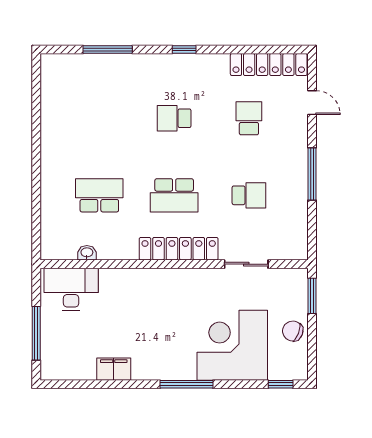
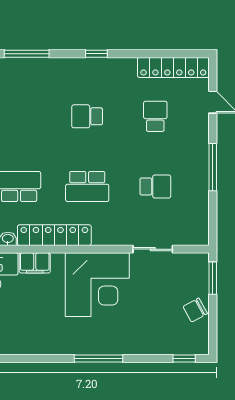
locker: (179, 249) -> (54, 235), moved
chair: (293, 331) -> (195, 310), turned -50
corner desk: (232, 345) -> (97, 285), moved, turned 180
filing cabinet: (114, 369) -> (35, 263), moved, turned 180

